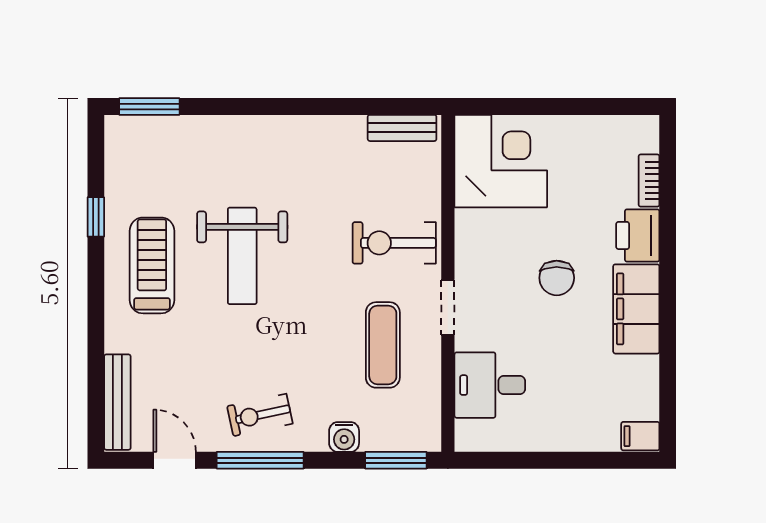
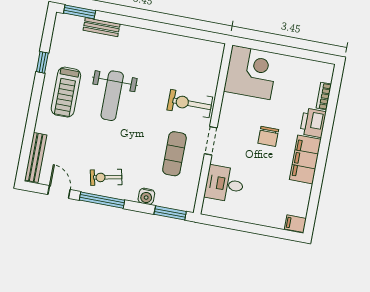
bench: (402, 128) -> (102, 27), moved
treadmill: (152, 265) -> (66, 92), turned 180

